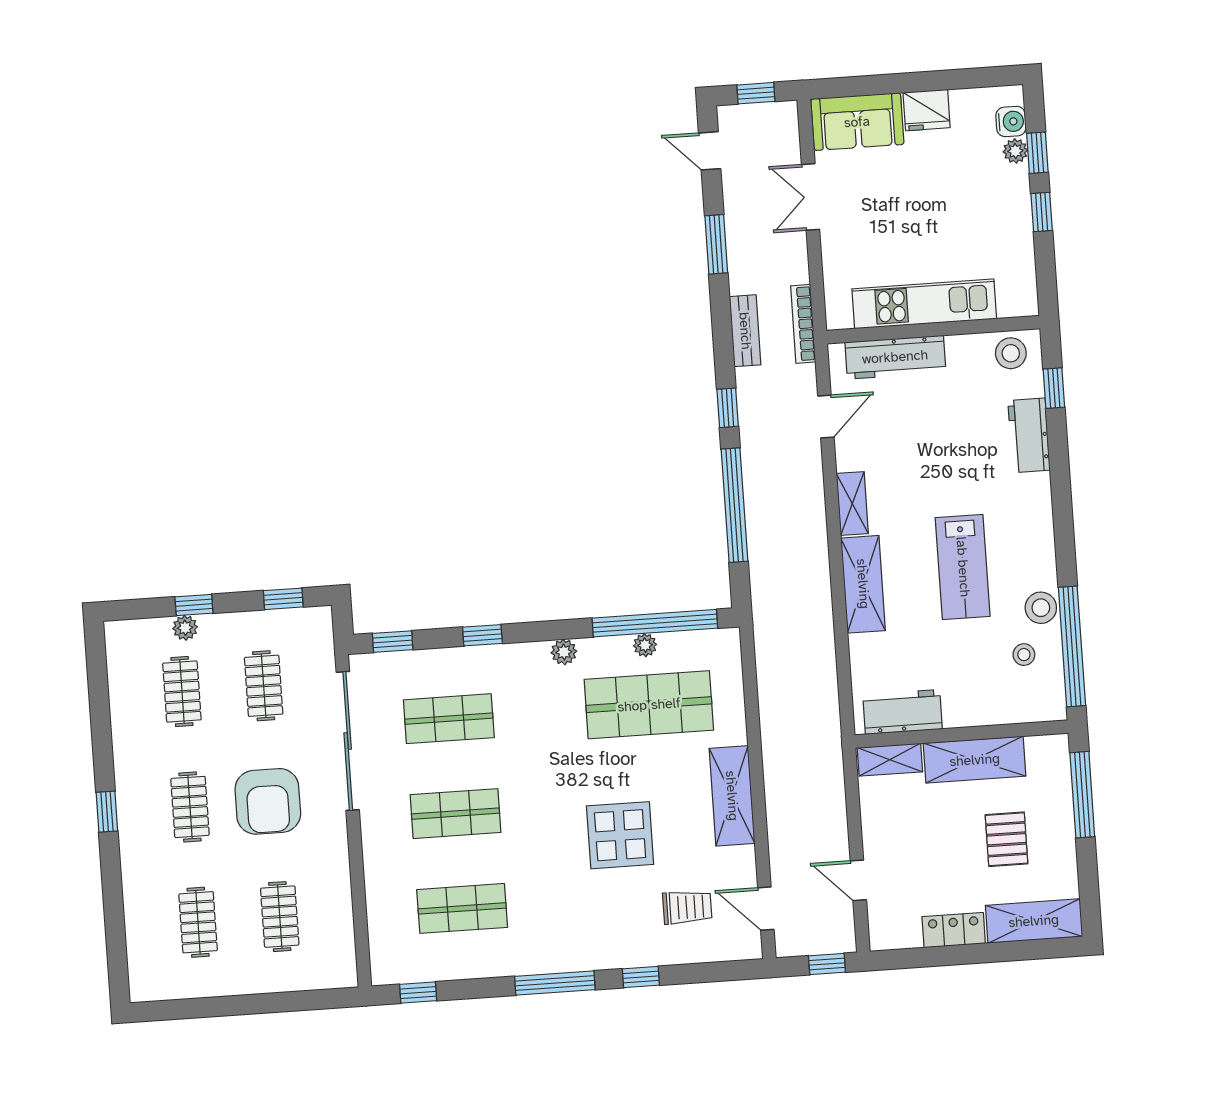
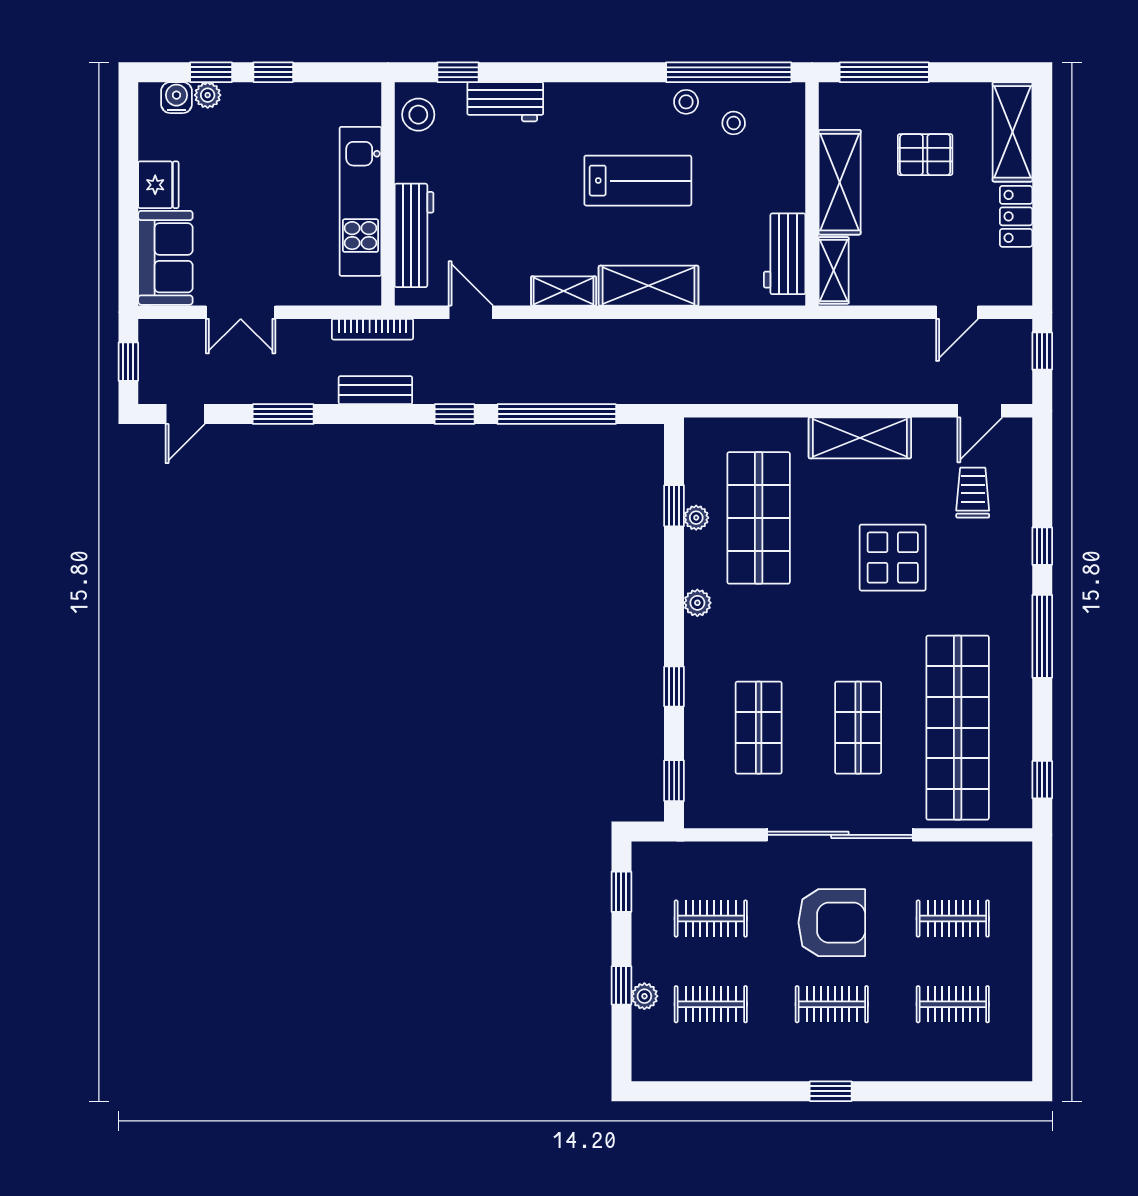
stool: (1041, 608) -> (686, 102), width x0.73, depth x0.73
window: (655, 623) -> (674, 506), width x0.32
sliding door: (348, 741) -> (840, 835), moved
shop shelf: (462, 908) -> (958, 728), width x2.00, depth x1.36

